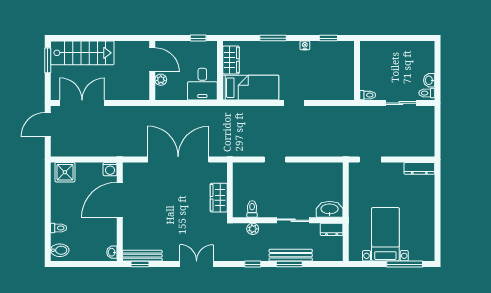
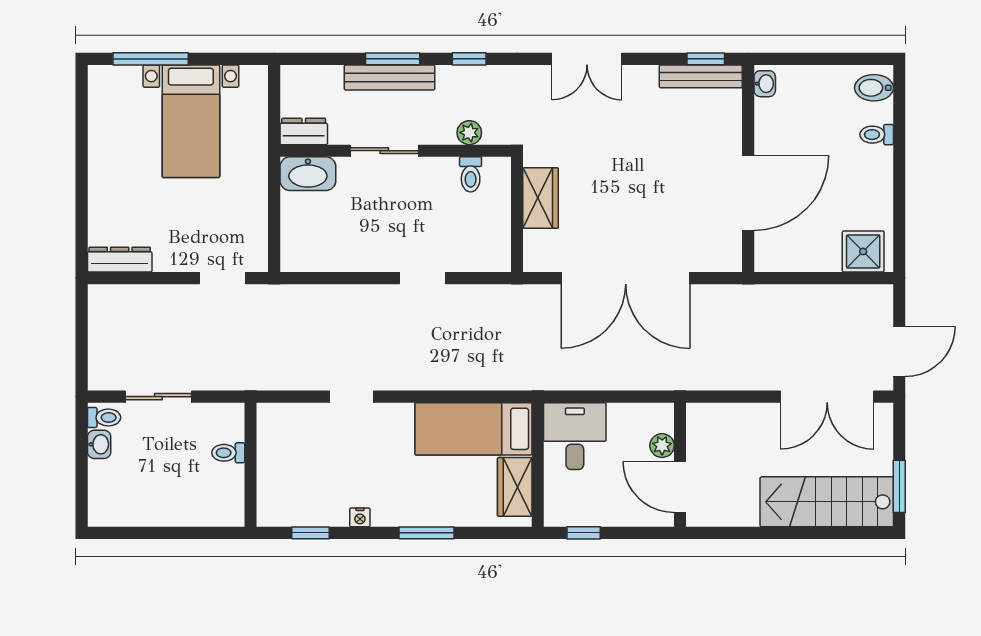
toilet: (368, 95) -> (228, 453), moved
doorway: (294, 103) -> (351, 397), moved
washing machine: (110, 169) -> (769, 258), removed

